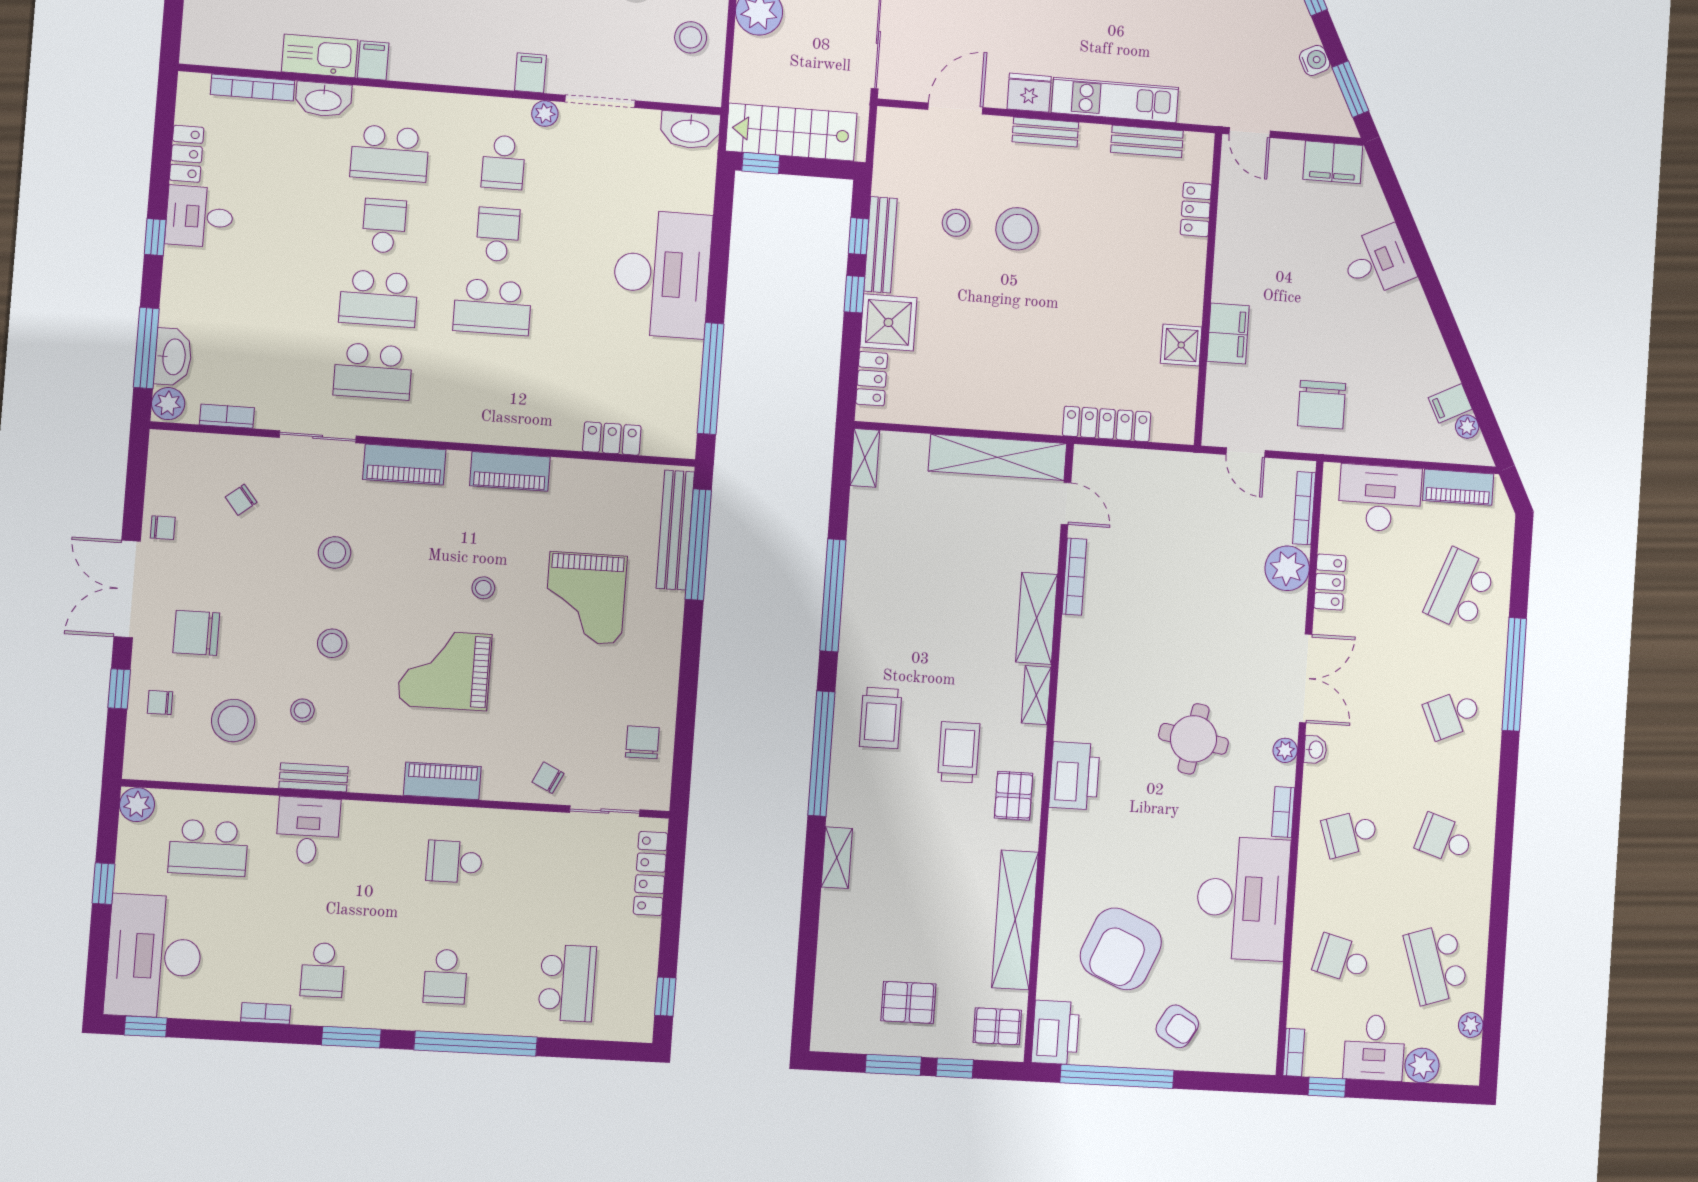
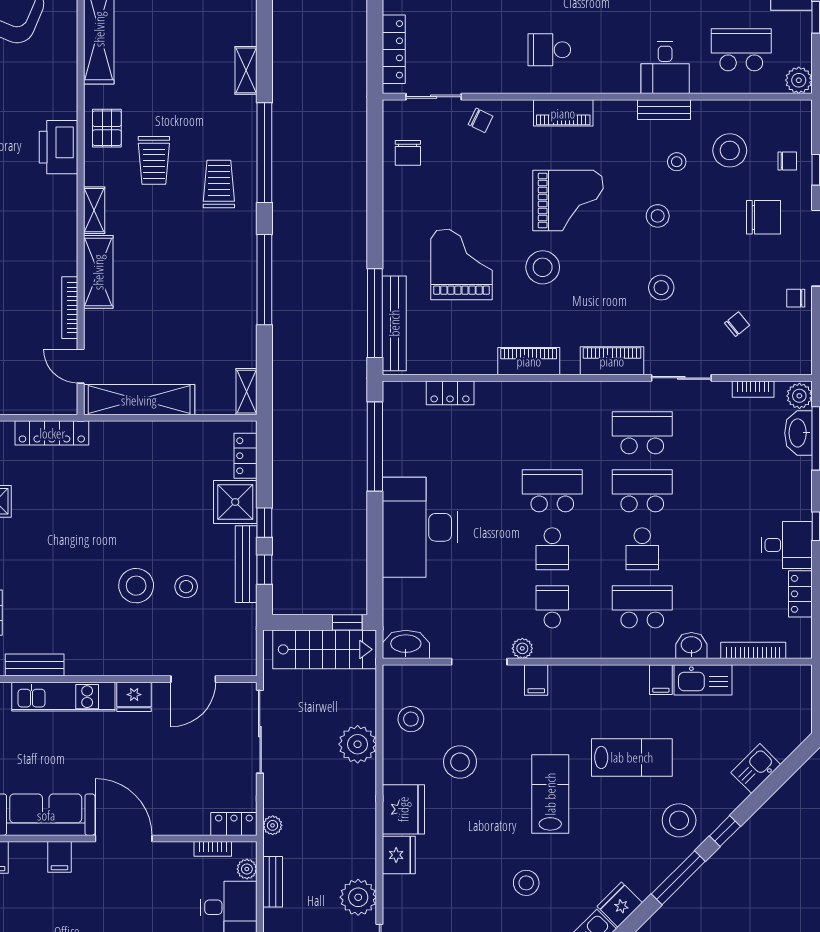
washbasin: (323, 99) -> (691, 646), width x0.72
bench: (1045, 132) -> (119, 666), removed
stool: (483, 588) -> (543, 267), width x1.89, depth x1.89
school desk: (454, 862) -> (549, 50), turned 180

